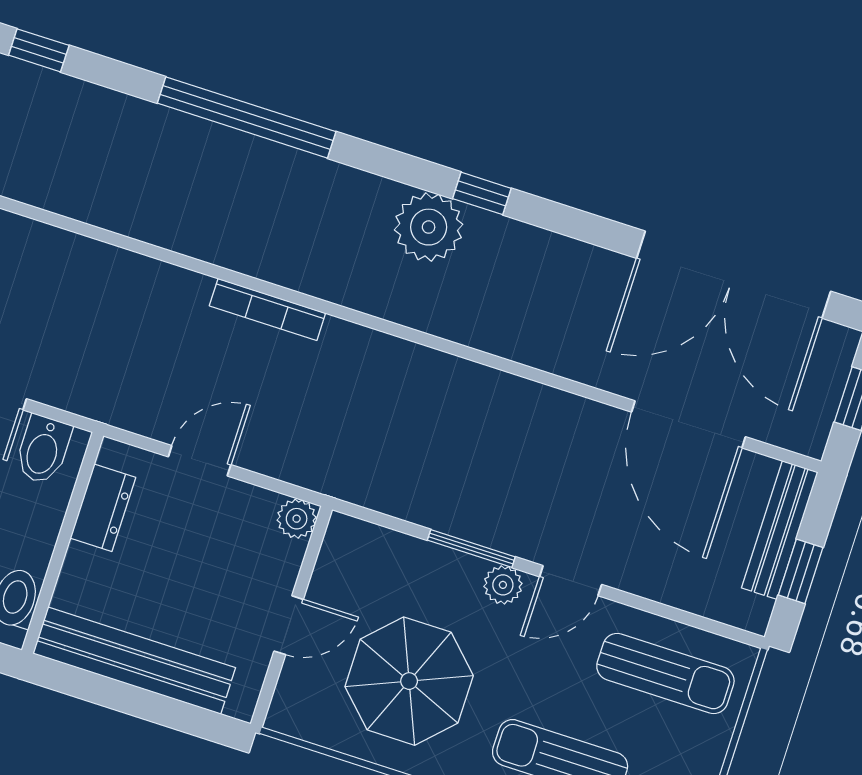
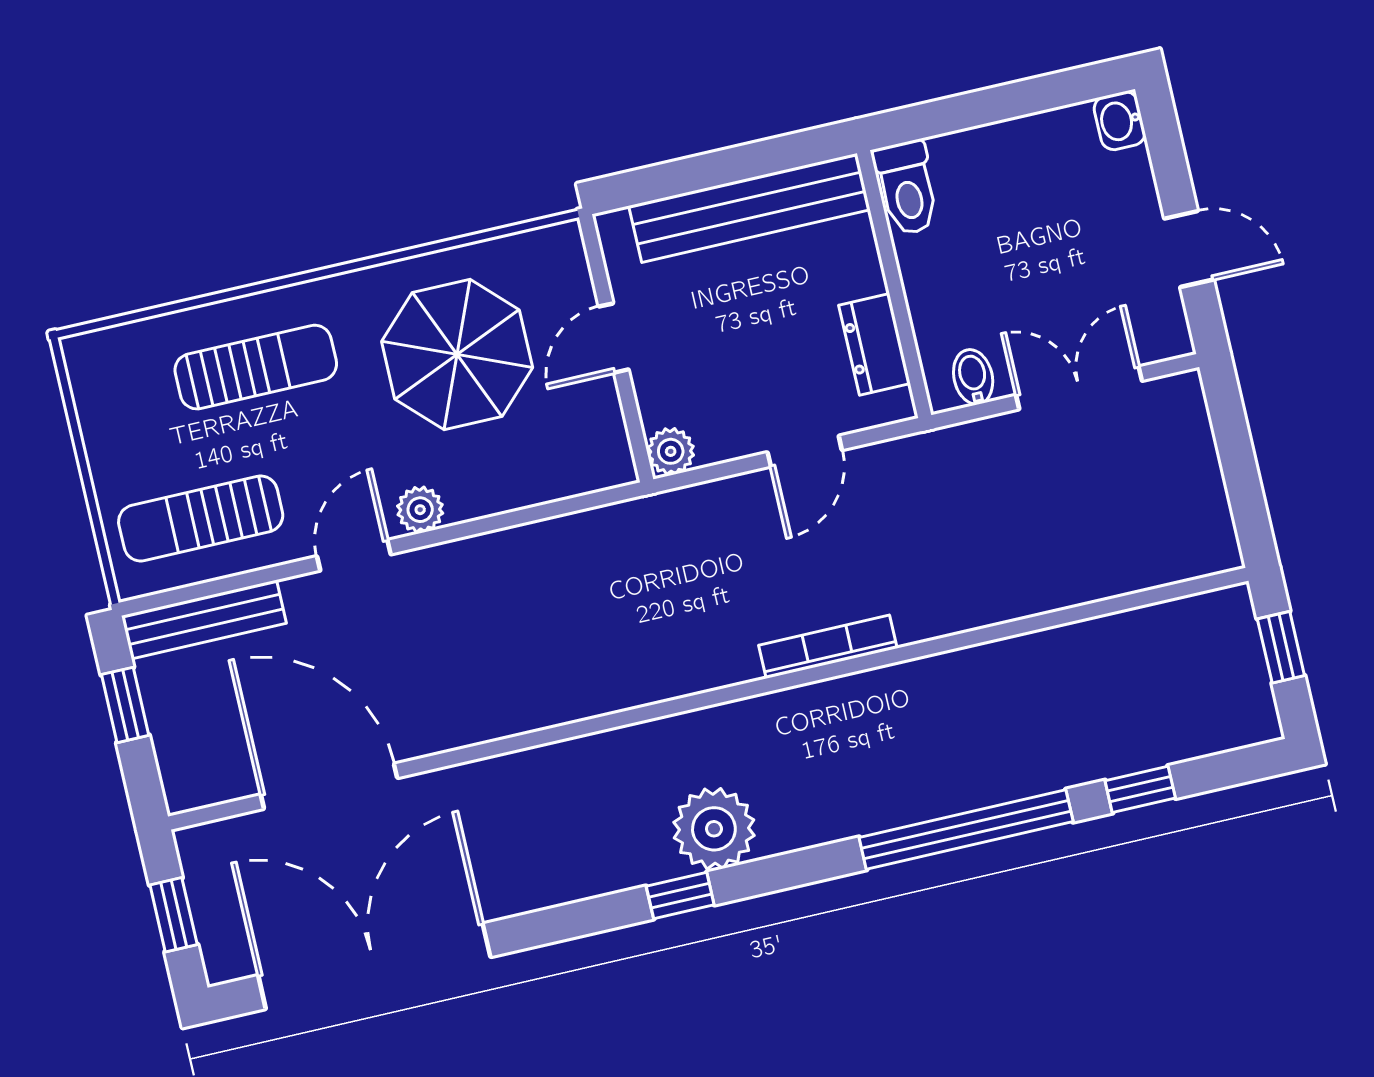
window: (39, 50) -> (1140, 789), moved
bidet: (43, 450) -> (973, 377), width x0.72, depth x0.74
bench: (780, 530) -> (204, 619), moved, turned 90
window: (471, 549) -> (474, 527), removed

